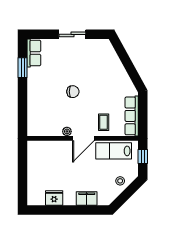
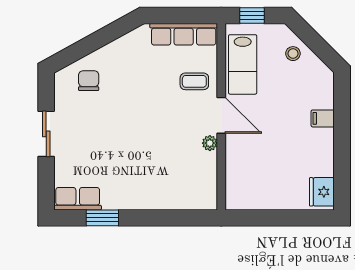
chair: (73, 92) -> (89, 81), moved
fridge: (54, 198) -> (322, 192), moved
filing cabinet: (87, 199) -> (323, 118), width x0.50

